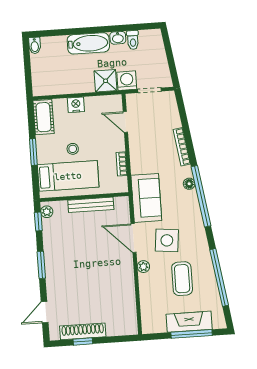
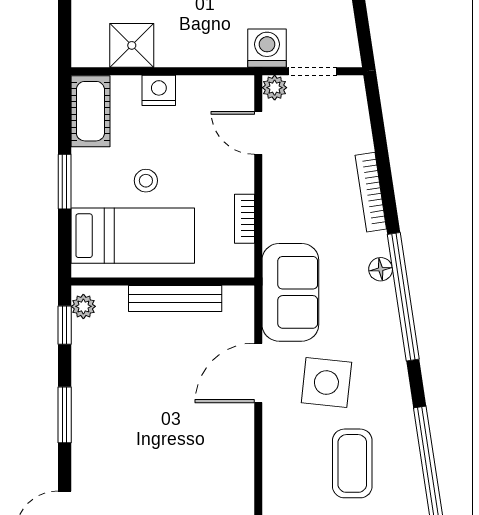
shower: (106, 81) -> (132, 45), moved
door: (133, 238) -> (258, 373), hinge flipped
plant: (143, 267) -> (275, 88), moved

